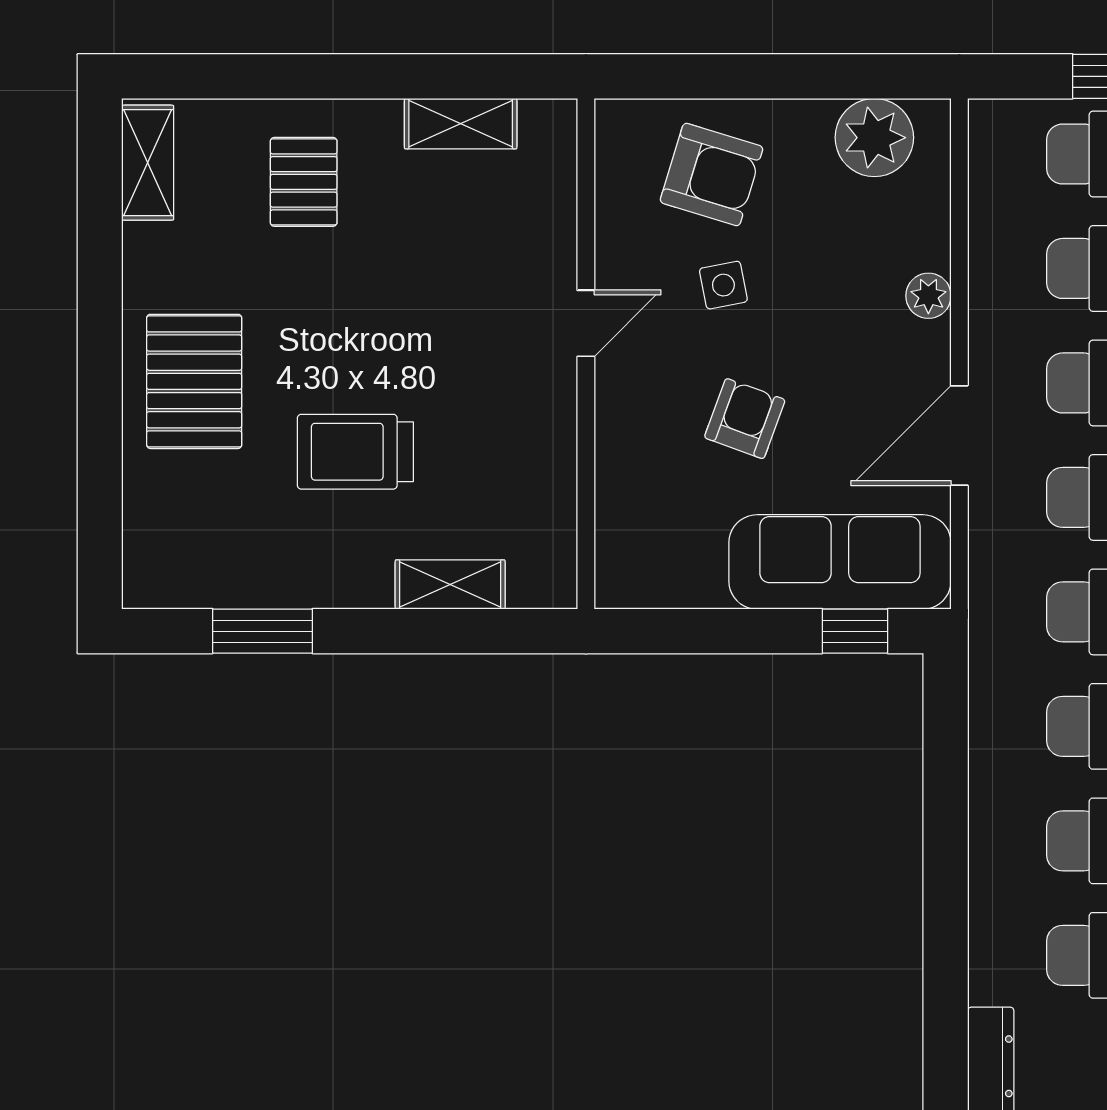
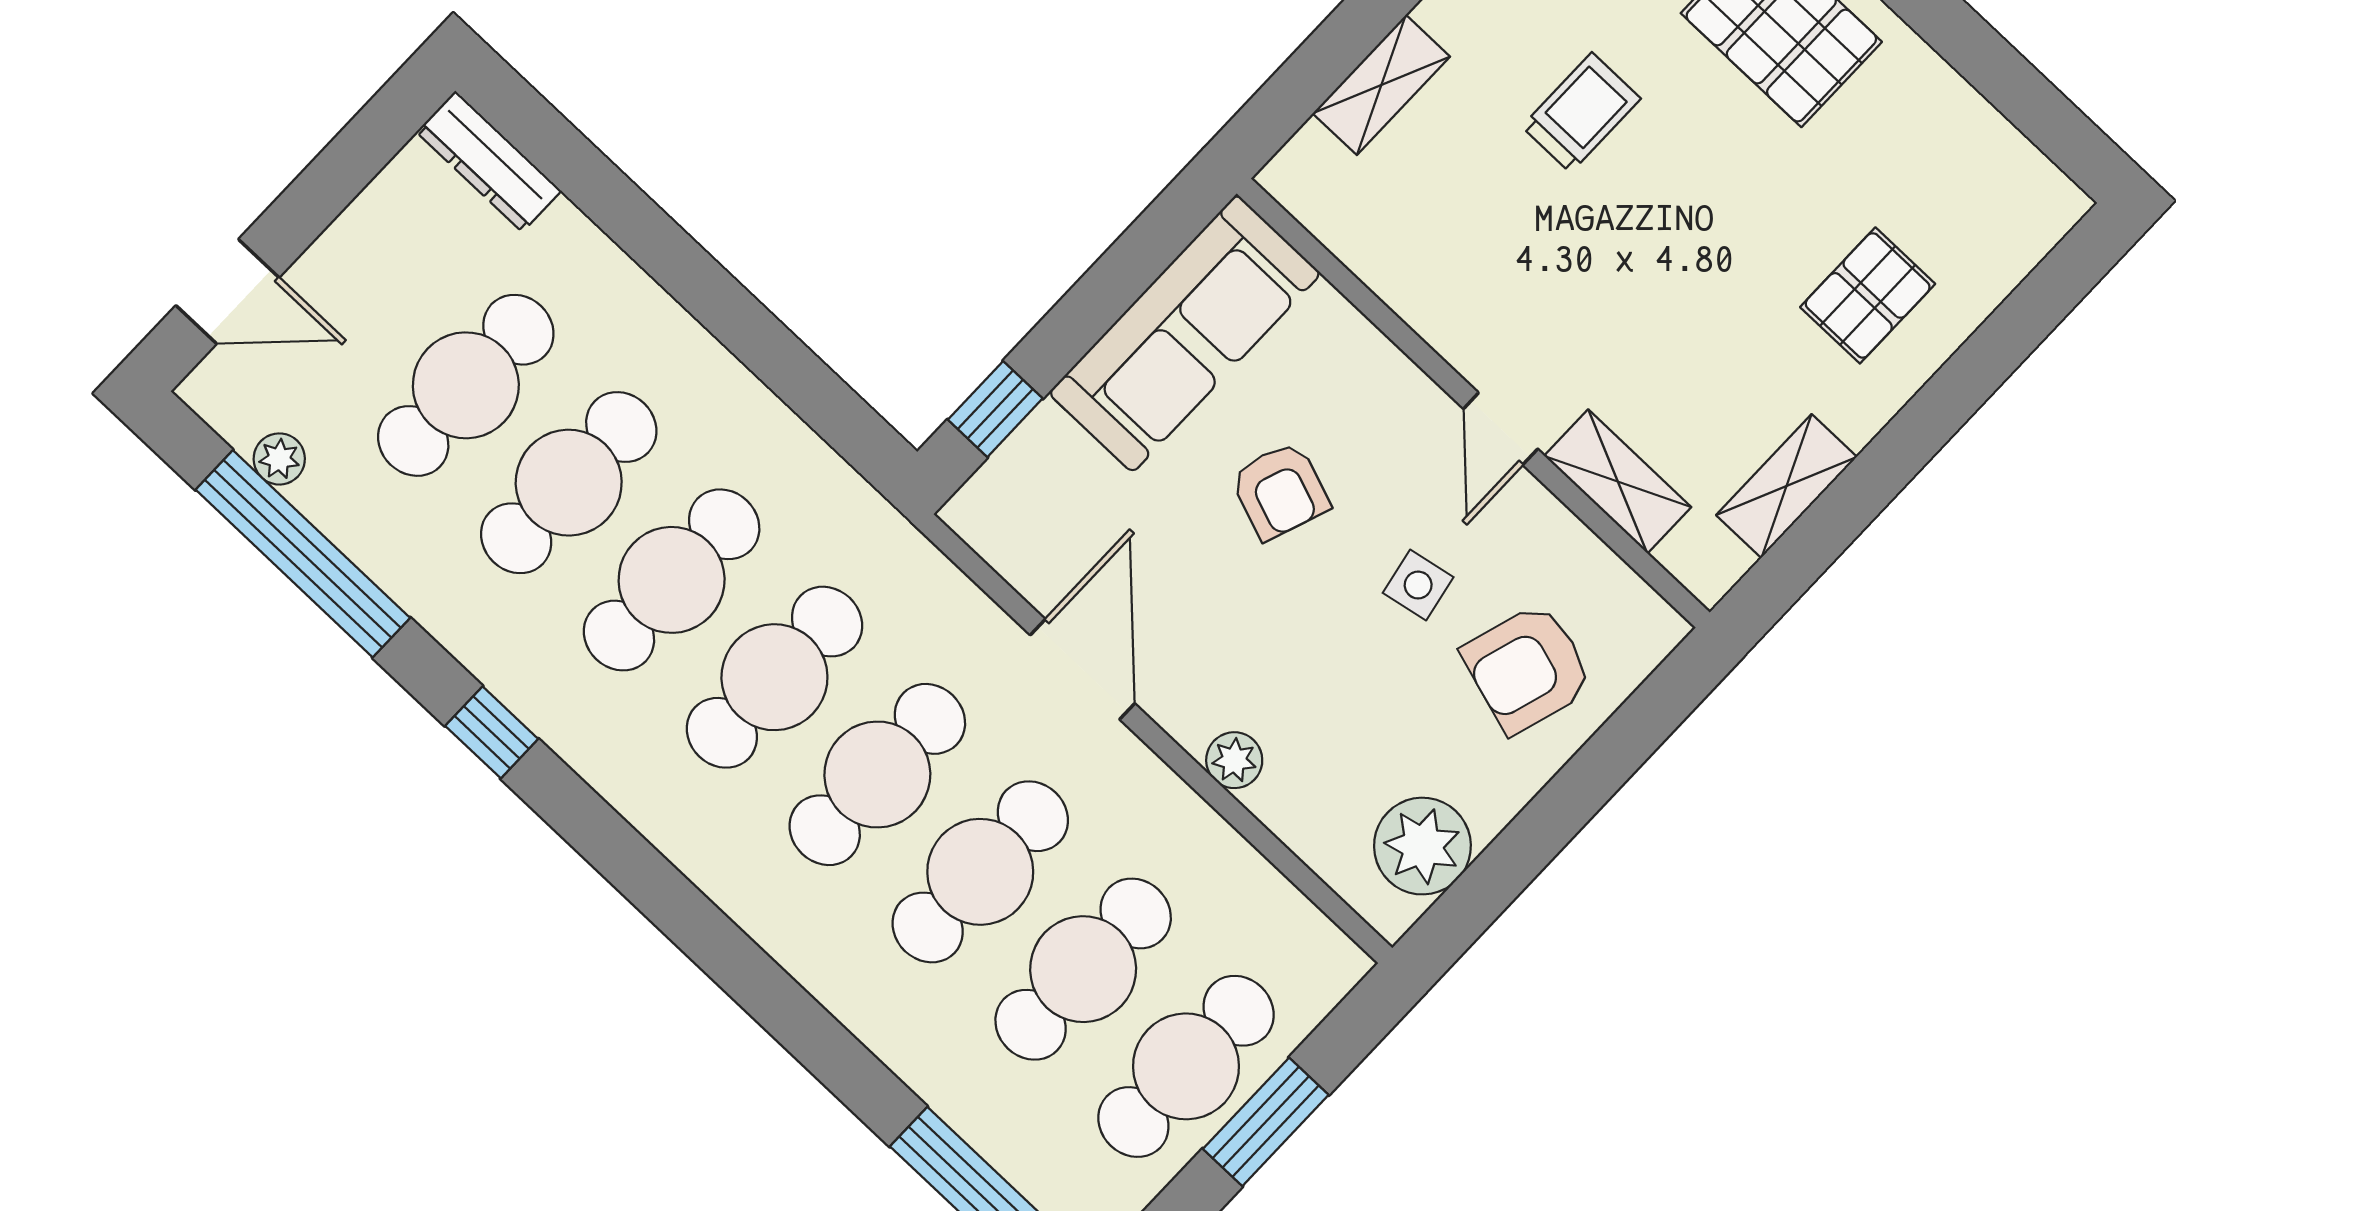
shelving: (148, 163) -> (1618, 481), moved
pallet: (304, 182) -> (1868, 295), turned 90
trolley: (355, 452) -> (1581, 113), width x0.73, depth x0.72
sofa: (840, 562) -> (1185, 333), moved

